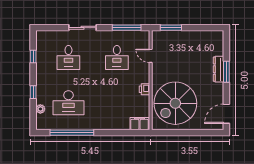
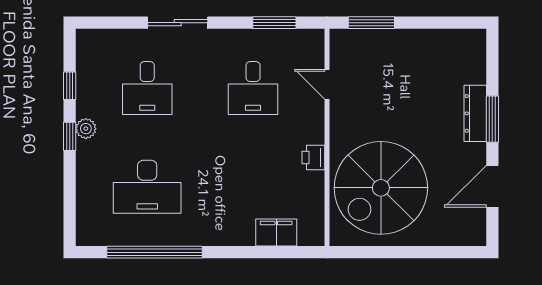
window: (127, 28) -> (274, 23), width x0.69
window: (33, 92) -> (70, 136), moved
plant: (40, 109) -> (86, 129), moved
door: (226, 114) -> (492, 186), moved
filing cabinet: (140, 124) -> (276, 232), moved

